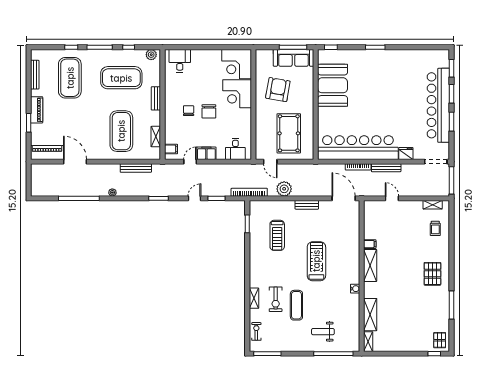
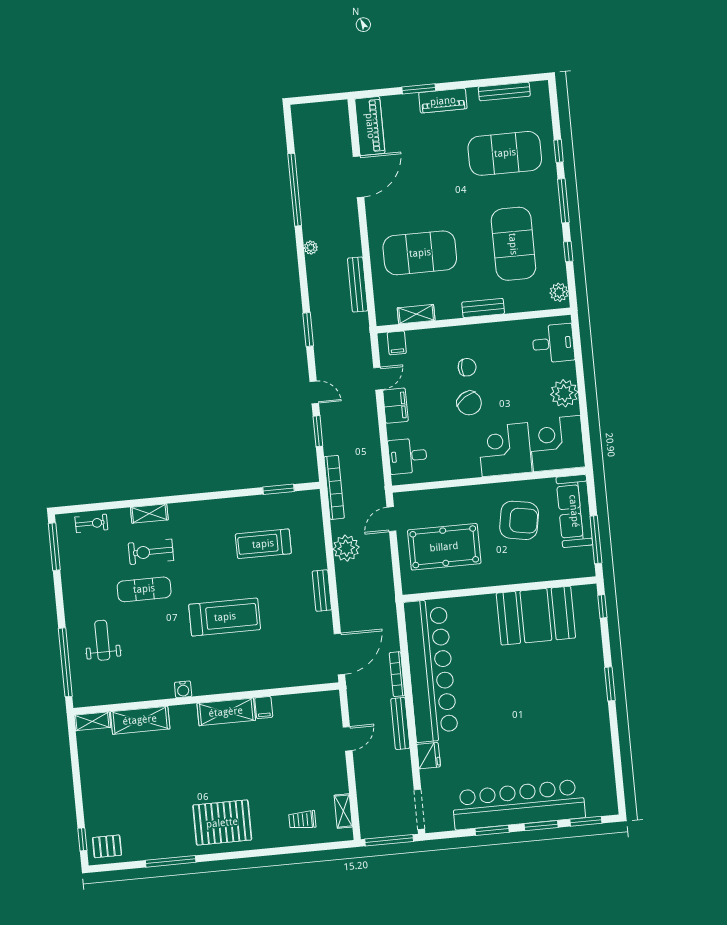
plant: (209, 57) -> (564, 393), added
sofa: (293, 58) -> (574, 511), moved
chair: (209, 111) -> (469, 403), turned -123
door: (190, 162) -> (378, 379), hinge flipped
pallet: (432, 274) -> (222, 823), width x1.37, depth x1.41

